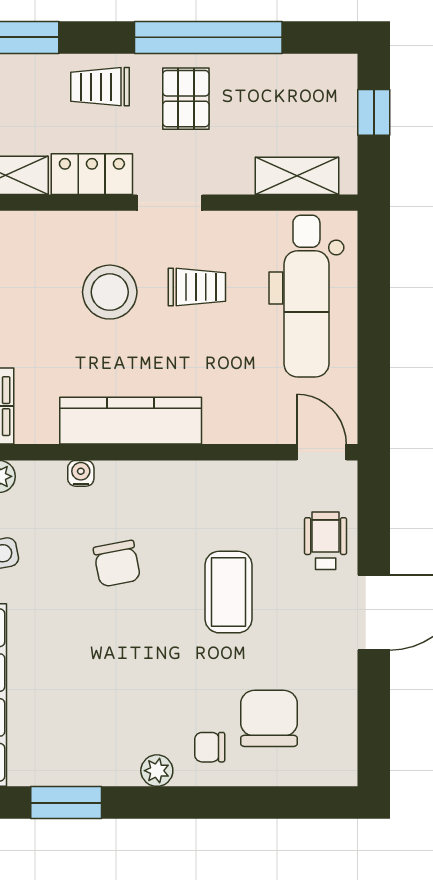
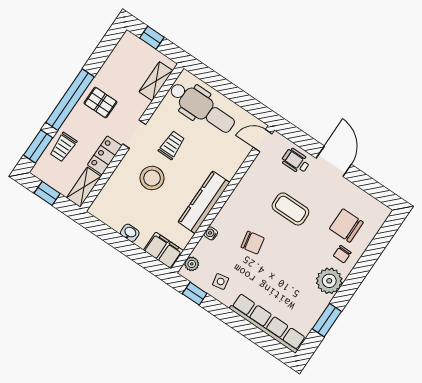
window: (208, 37) -> (70, 100), moved
trolley: (100, 87) -> (63, 147), moved
plant: (157, 771) -> (329, 281), width x1.88, depth x1.88

